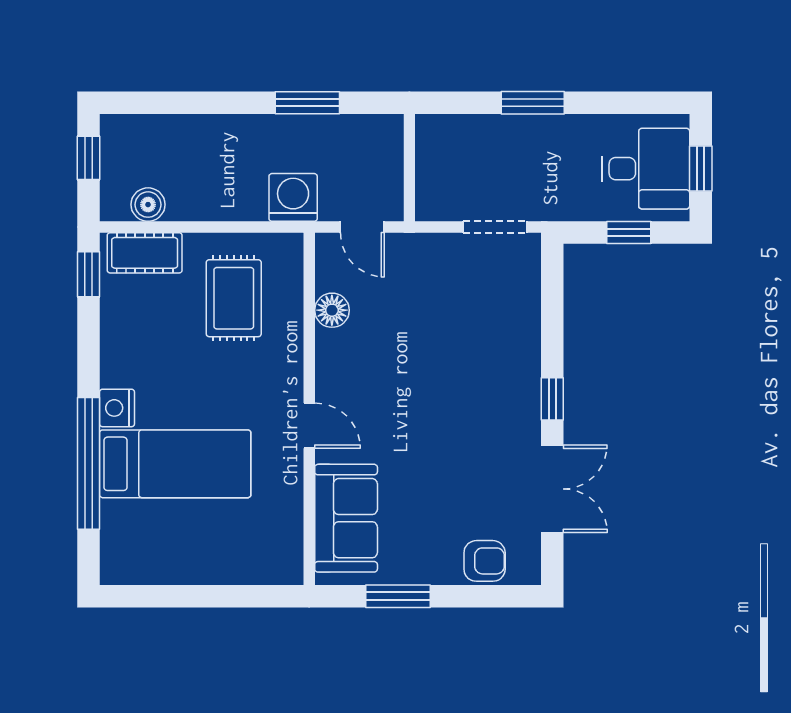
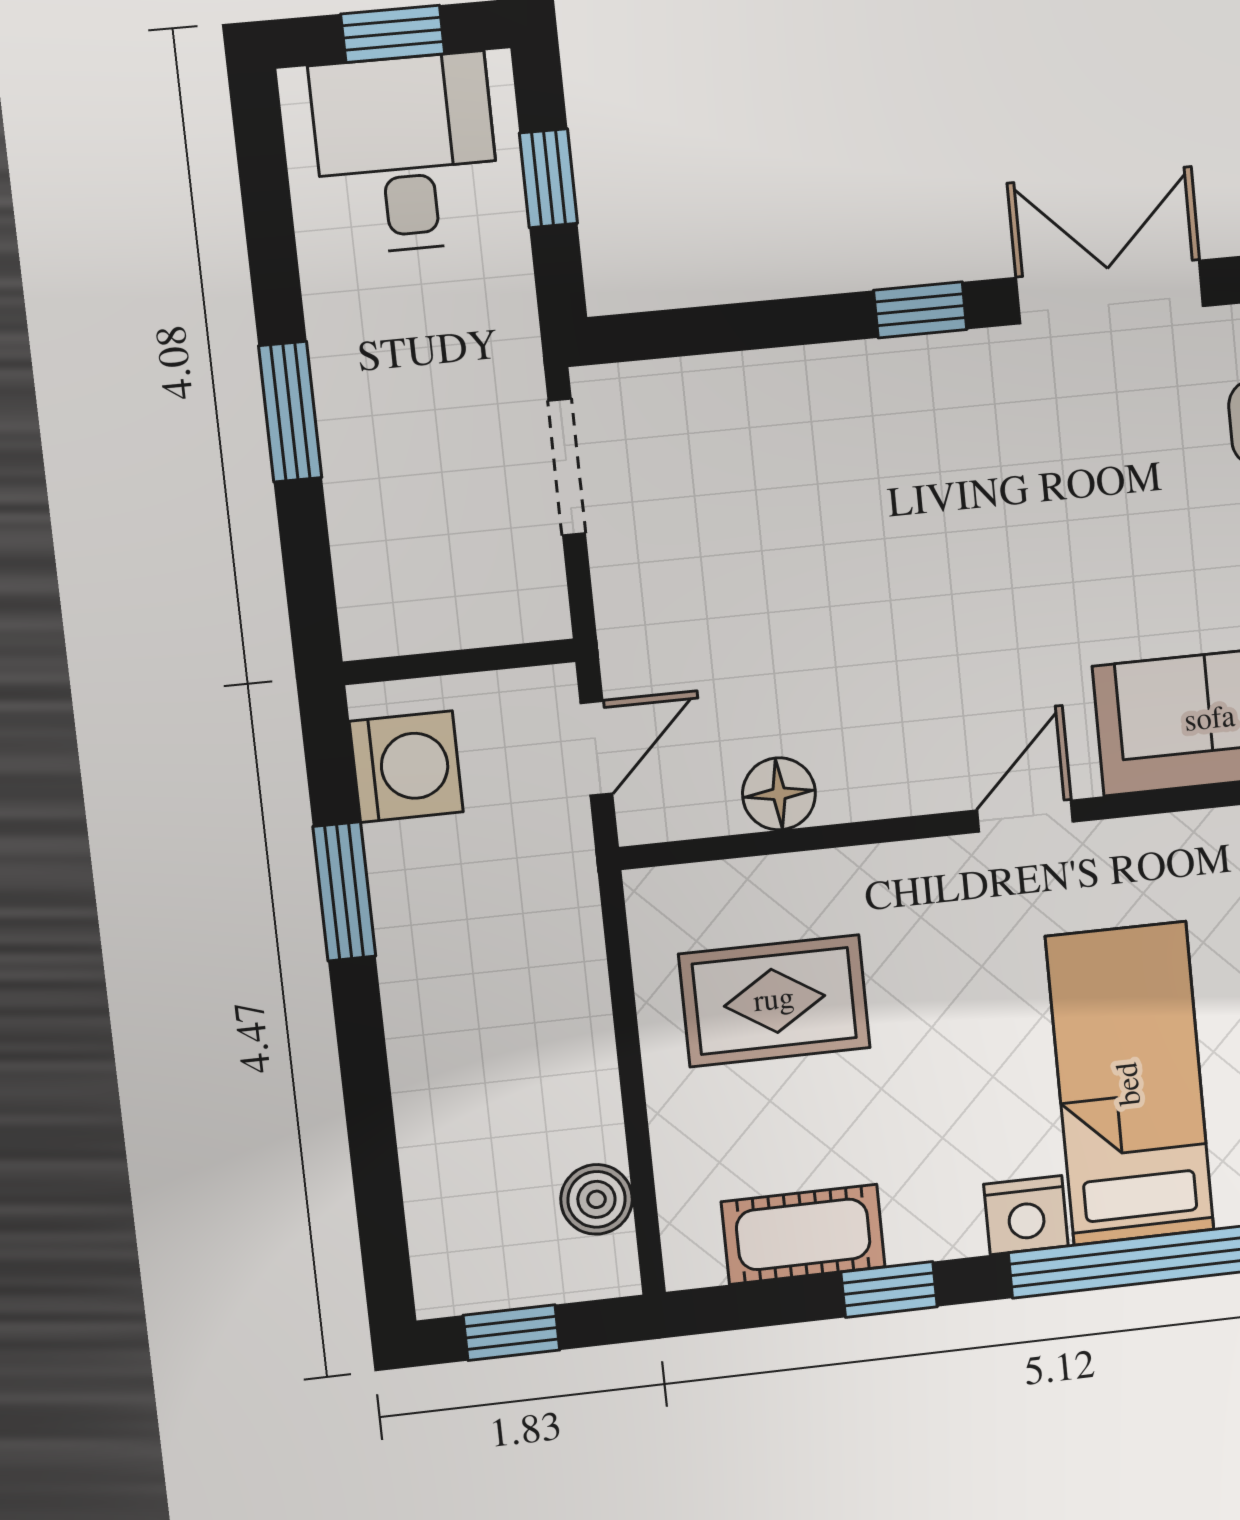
washing machine: (293, 197) -> (406, 767), moved, turned 180
cot: (145, 253) -> (803, 1234), moved, turned 90
window: (88, 274) -> (889, 1289), moved

